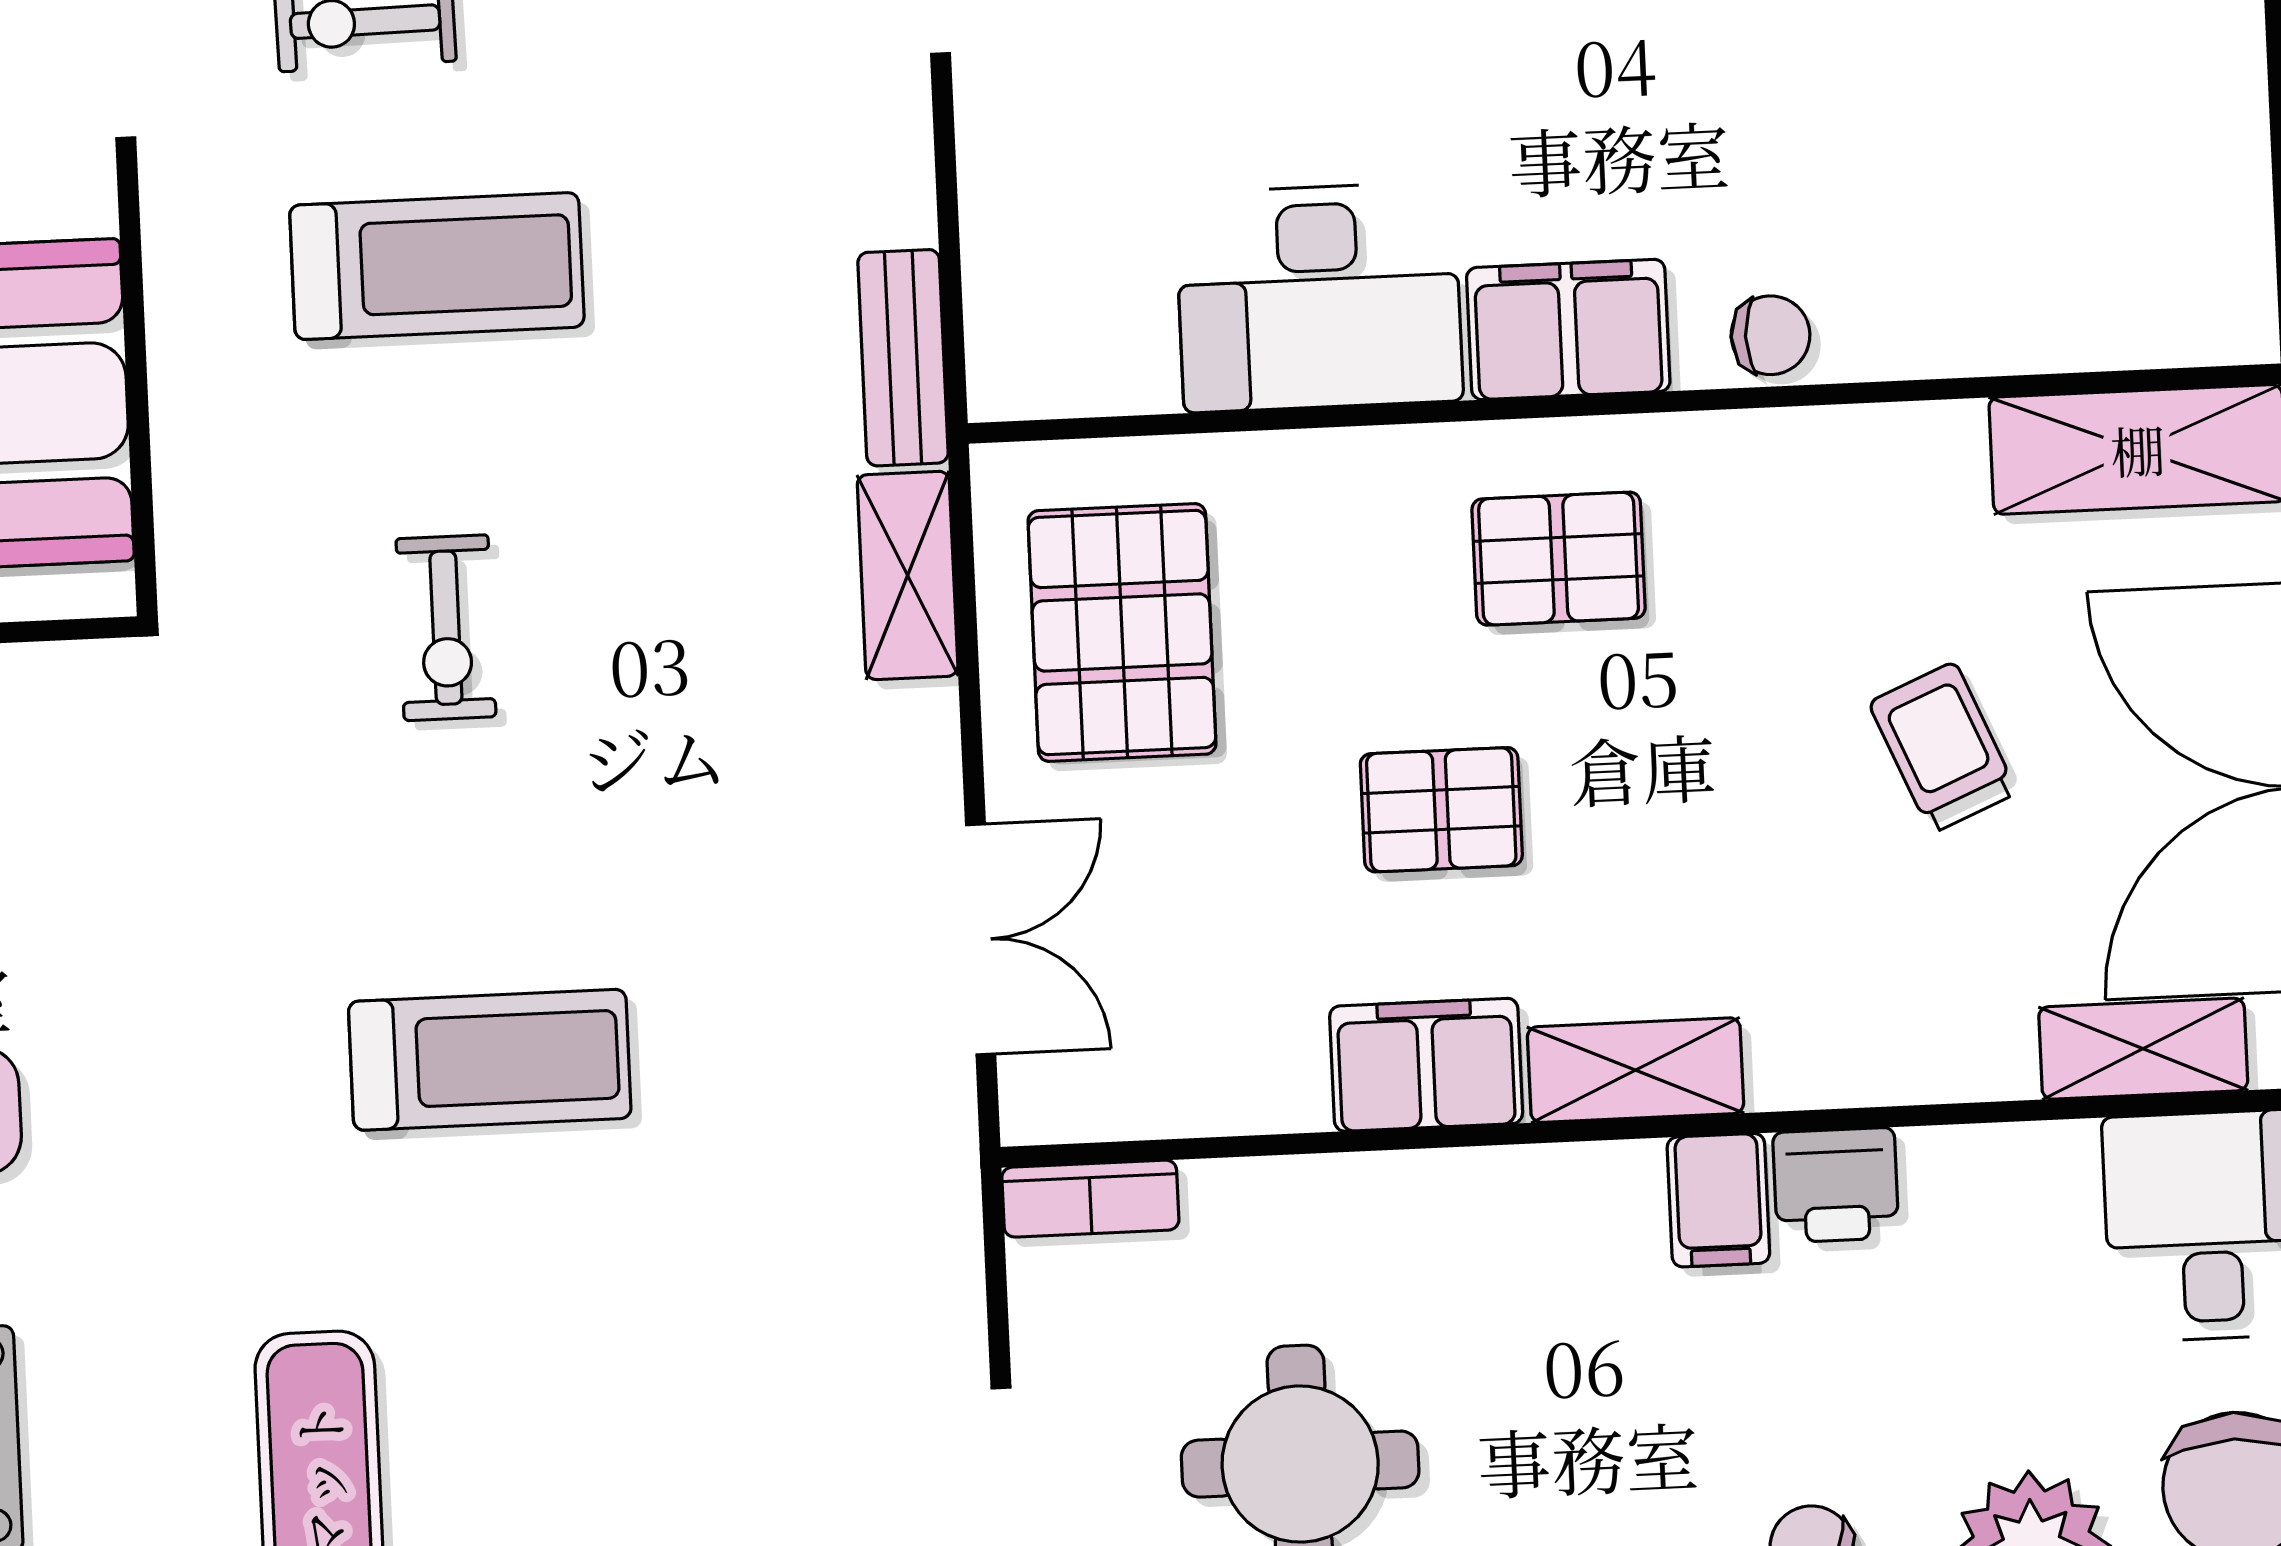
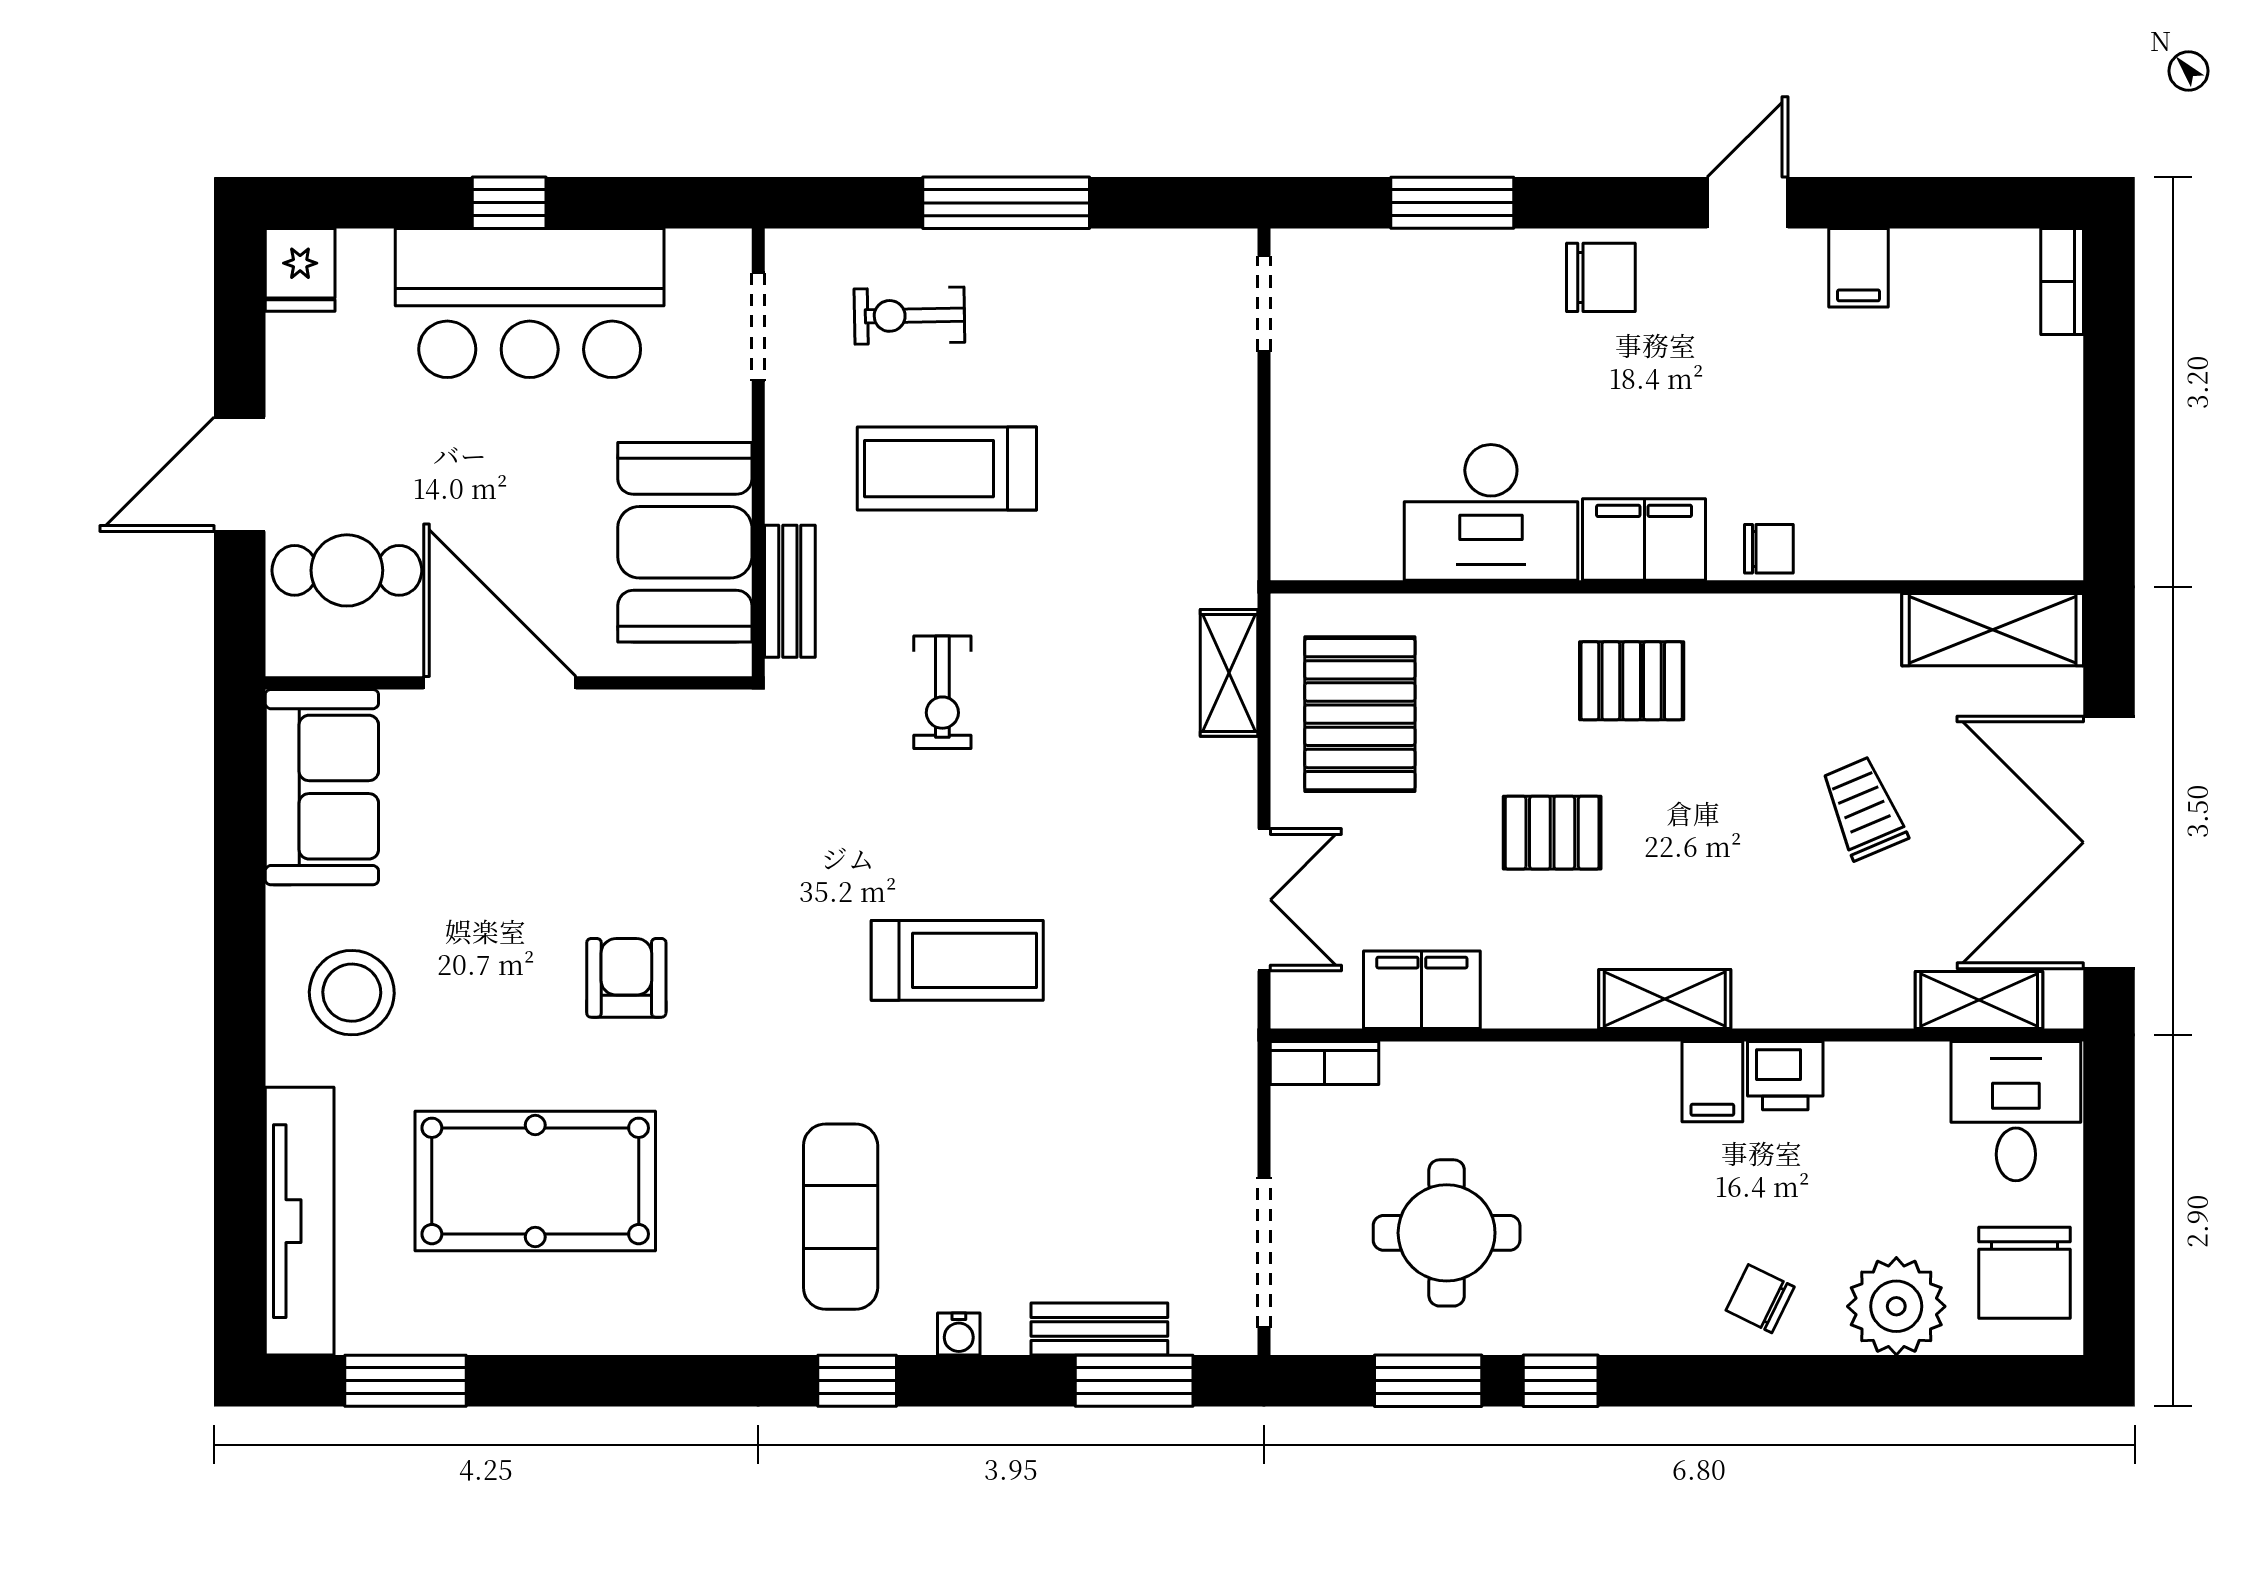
treadmill: (437, 266) -> (947, 469), turned 180
bench: (903, 358) -> (790, 591), moved
filing cabinet: (1426, 1065) -> (1422, 990), moved

